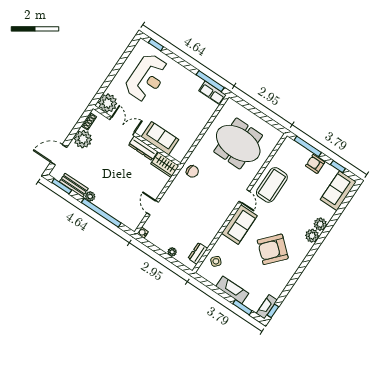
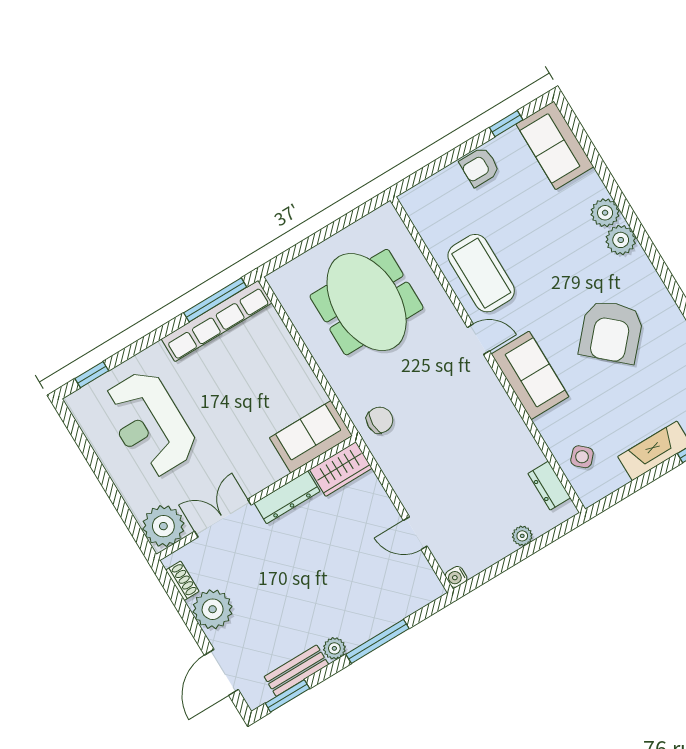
reception desk: (147, 78) -> (149, 424), turned 180
row of seats: (213, 93) -> (217, 321), width x2.02
sofa: (160, 138) -> (311, 437), moved
meeting table: (238, 143) -> (367, 302), turned 90
window: (308, 146) -> (437, 165), removed
window: (101, 213) -> (378, 641), width x0.68

